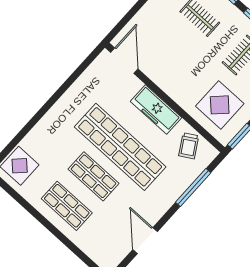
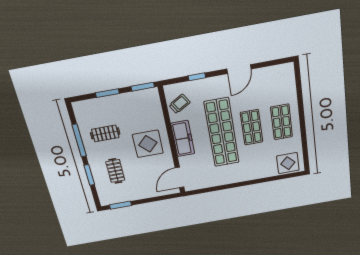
display table: (220, 105) -> (148, 144), moved
window: (193, 188) -> (197, 77), width x0.46
door: (145, 241) -> (239, 69), moved

